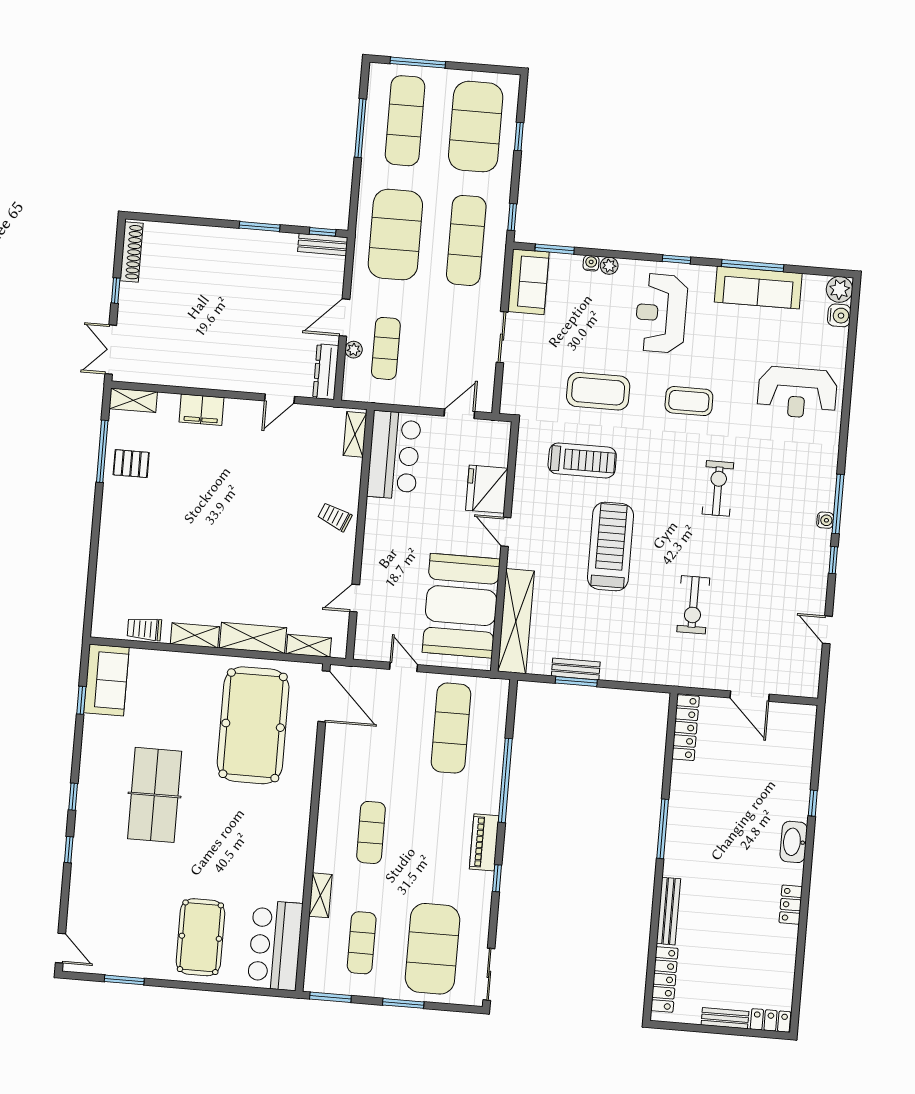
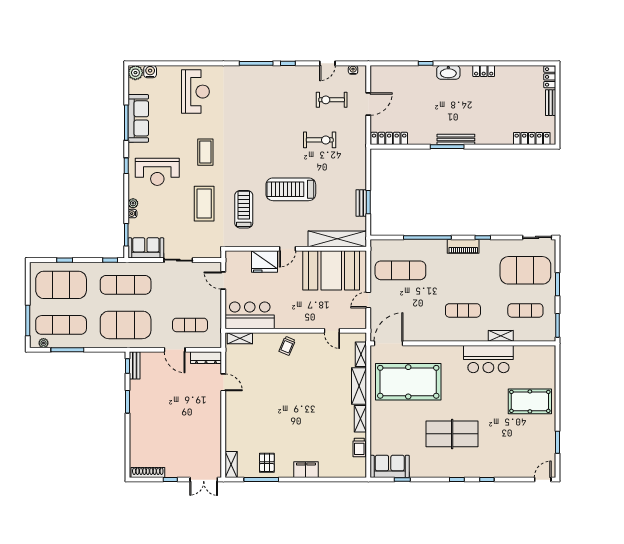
plant: (354, 350) -> (43, 343), moved
filing cabinet: (202, 410) -> (306, 470), moved, turned -90
exercise bike: (718, 488) -> (332, 100), moved
water cooler: (825, 520) -> (353, 70), moved
bench: (668, 911) -> (456, 139), moved
bar counter: (275, 945) -> (488, 359), moved

